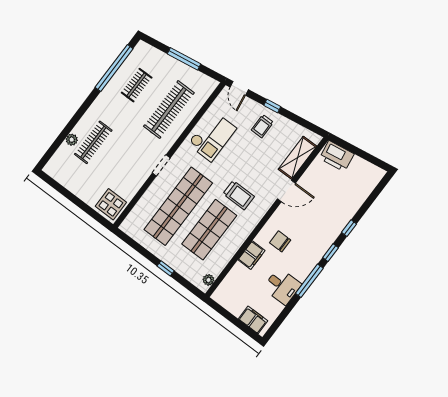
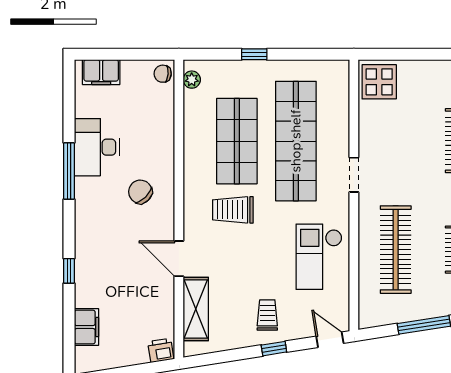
printer: (337, 156) -> (161, 350), width x0.53, depth x0.68
door: (286, 191) -> (179, 259), hinge flipped
chair: (280, 241) -> (140, 192), turned -134
window: (331, 253) -> (69, 224), removed
filing cabinet: (251, 255) -> (86, 327), moved, turned 180
desk: (282, 286) -> (97, 147), width x1.37
chair: (221, 295) -> (163, 74), added

